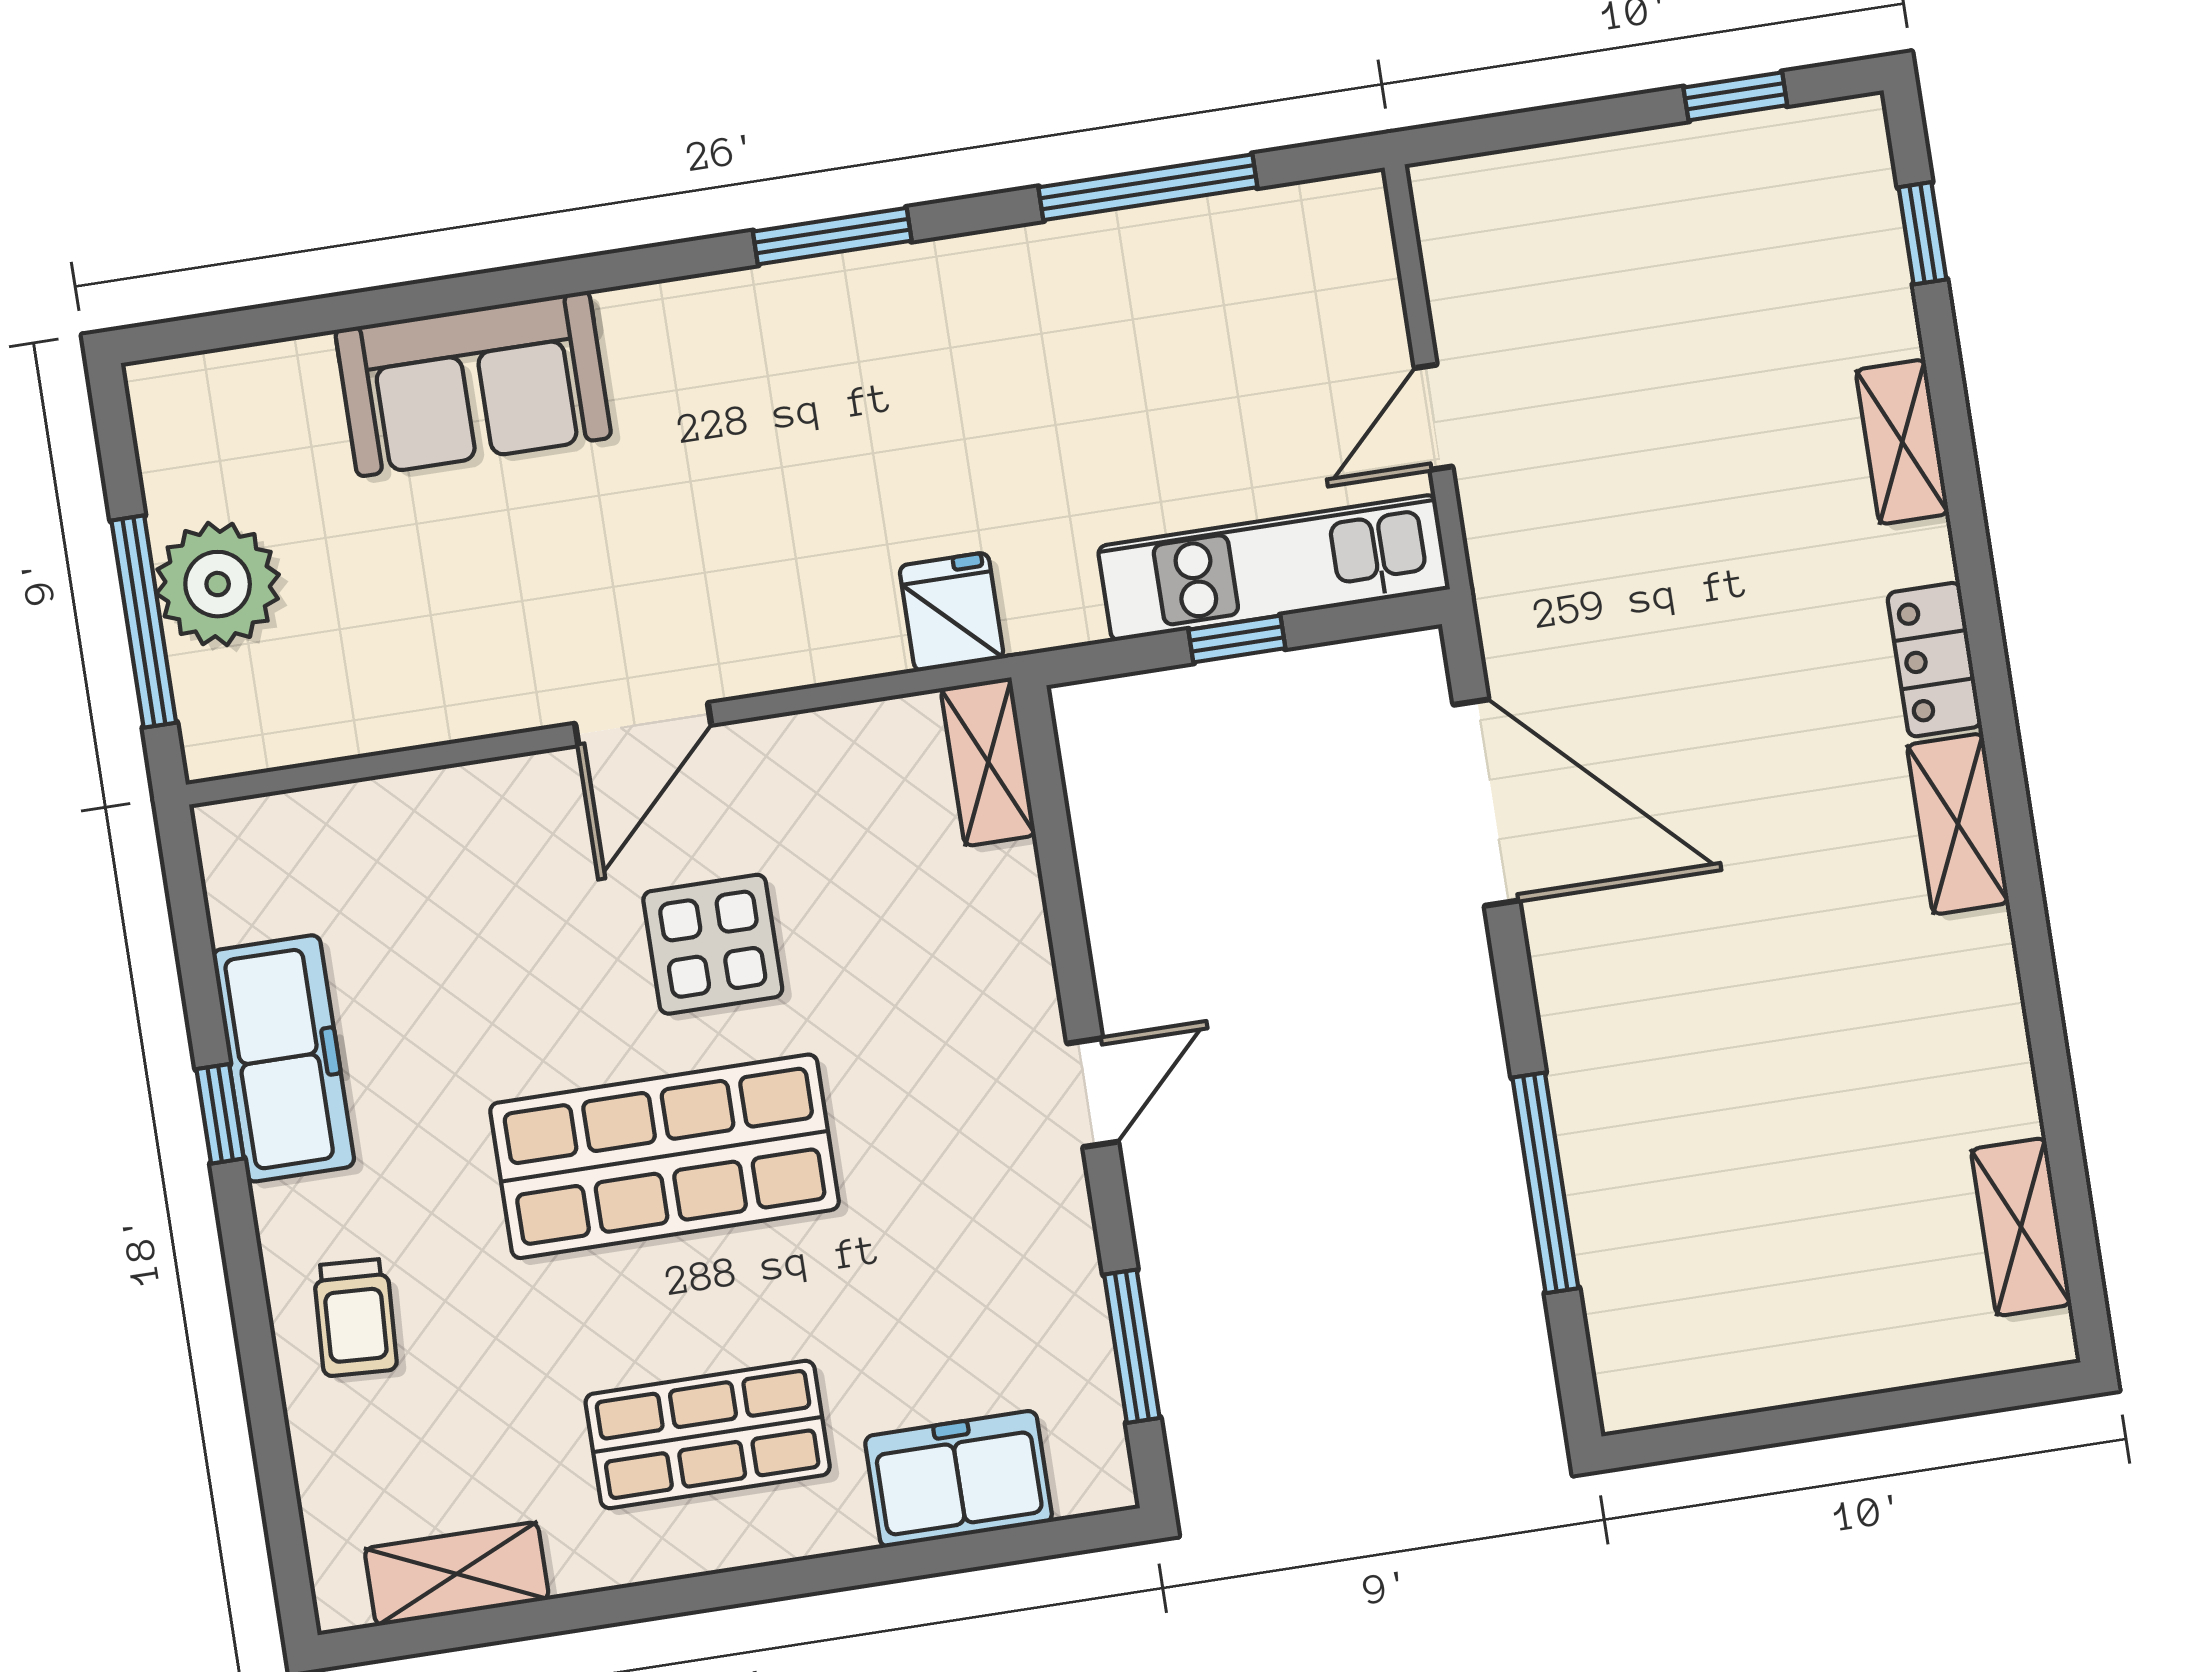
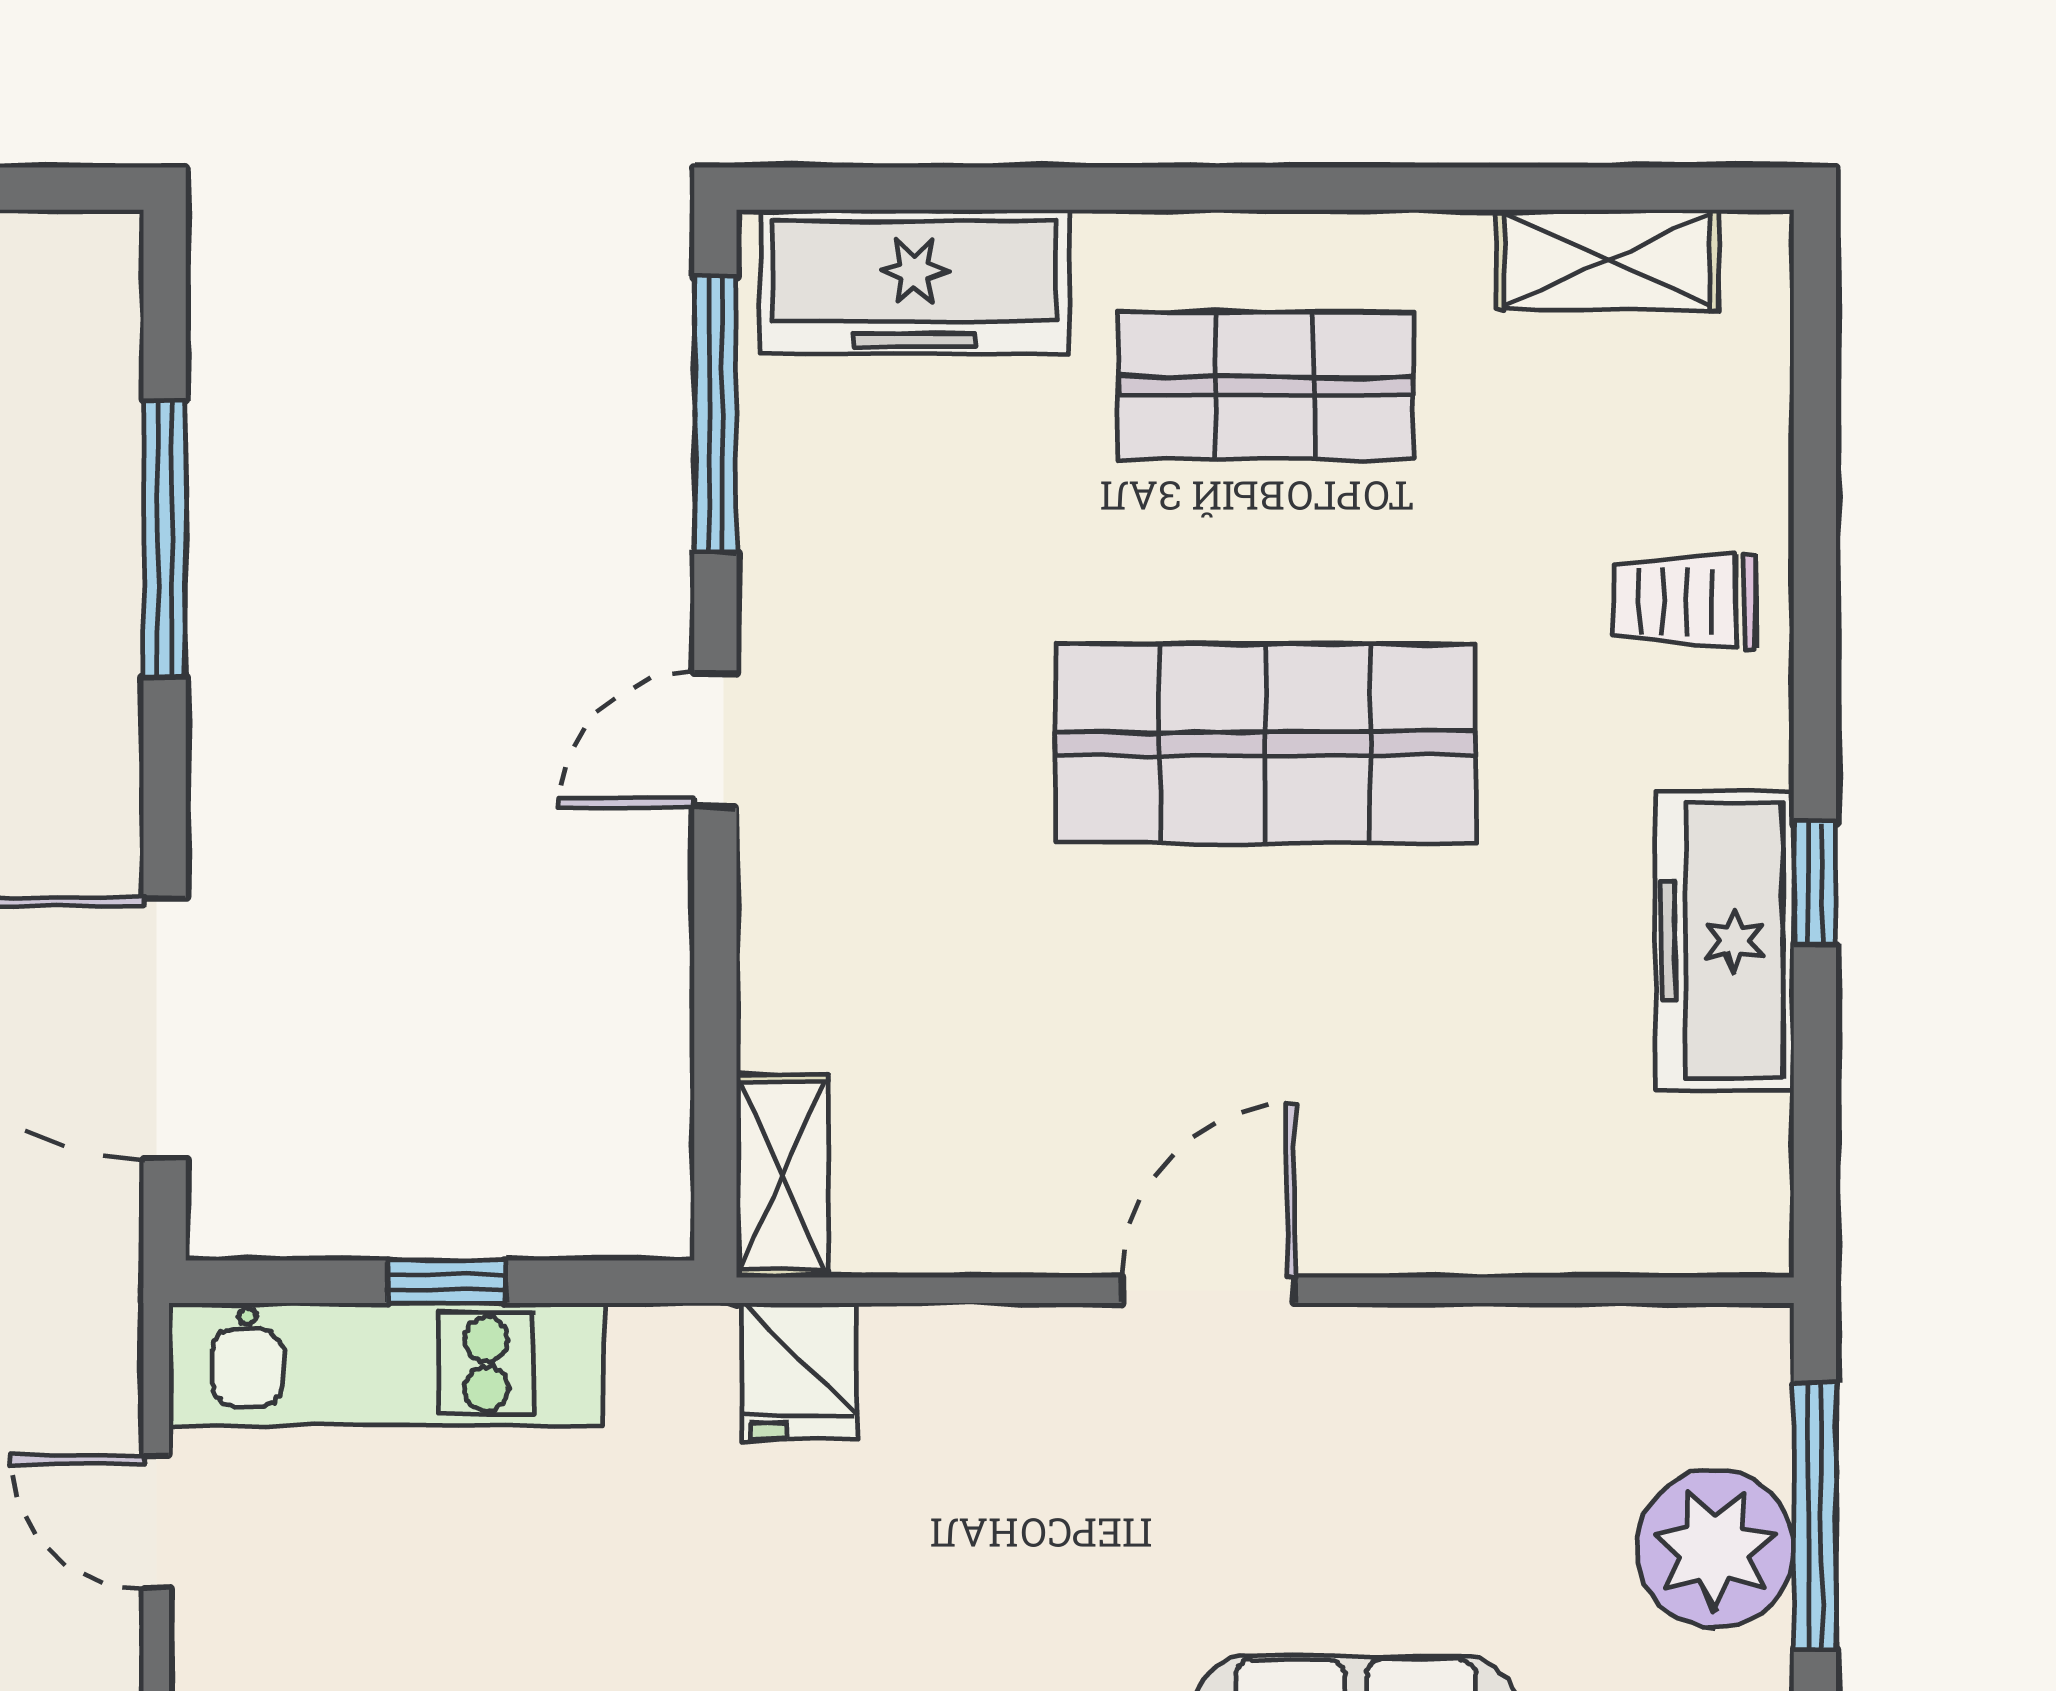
door: (1433, 417) -> (156, 1522), swing flipped
display table: (713, 944) -> (1163, 1000), removed
trolley: (355, 1318) -> (1685, 601), turned -93
window: (1132, 1346) -> (715, 414), width x1.44
freezer: (959, 1479) -> (915, 281), width x1.40

